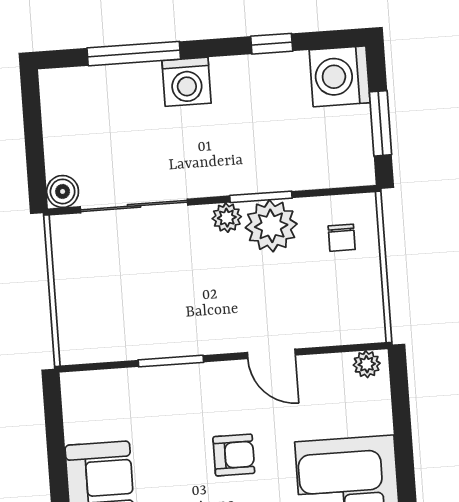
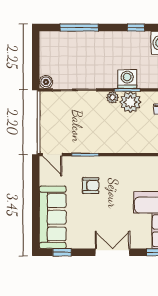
washing machine: (187, 82) -> (127, 79), moved, turned 180
door: (271, 354) -> (52, 155), moved
armchair: (234, 455) -> (91, 185), moved

